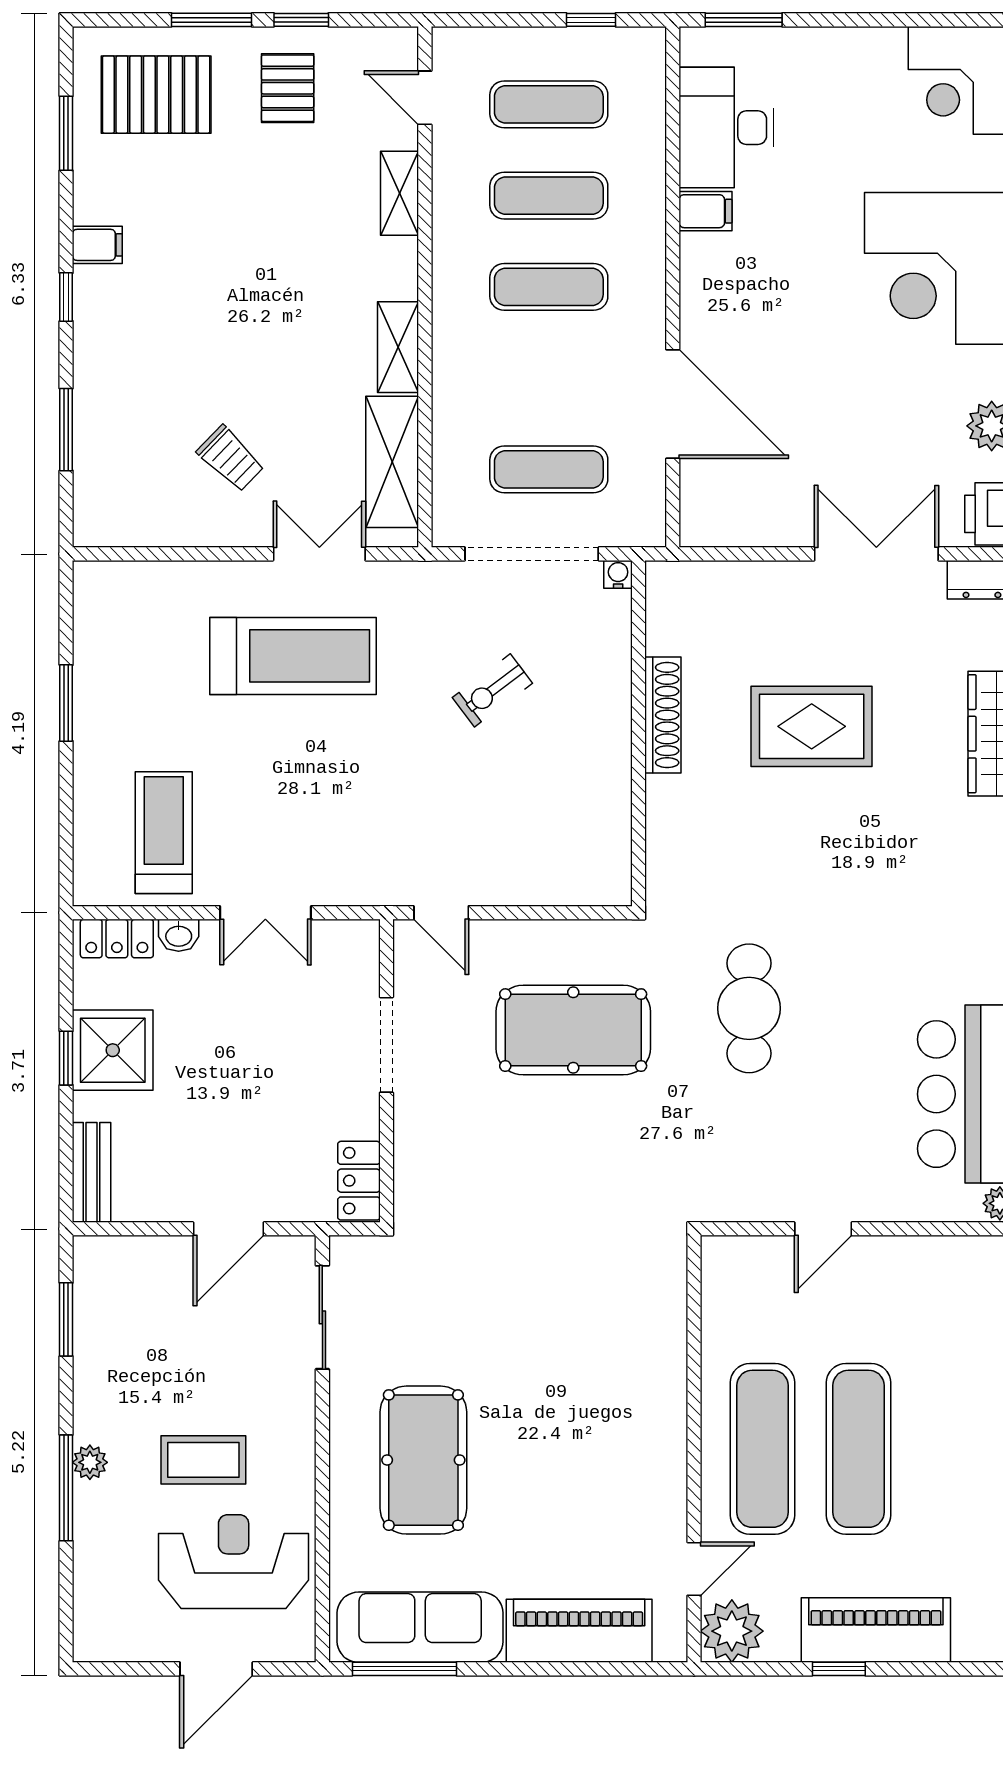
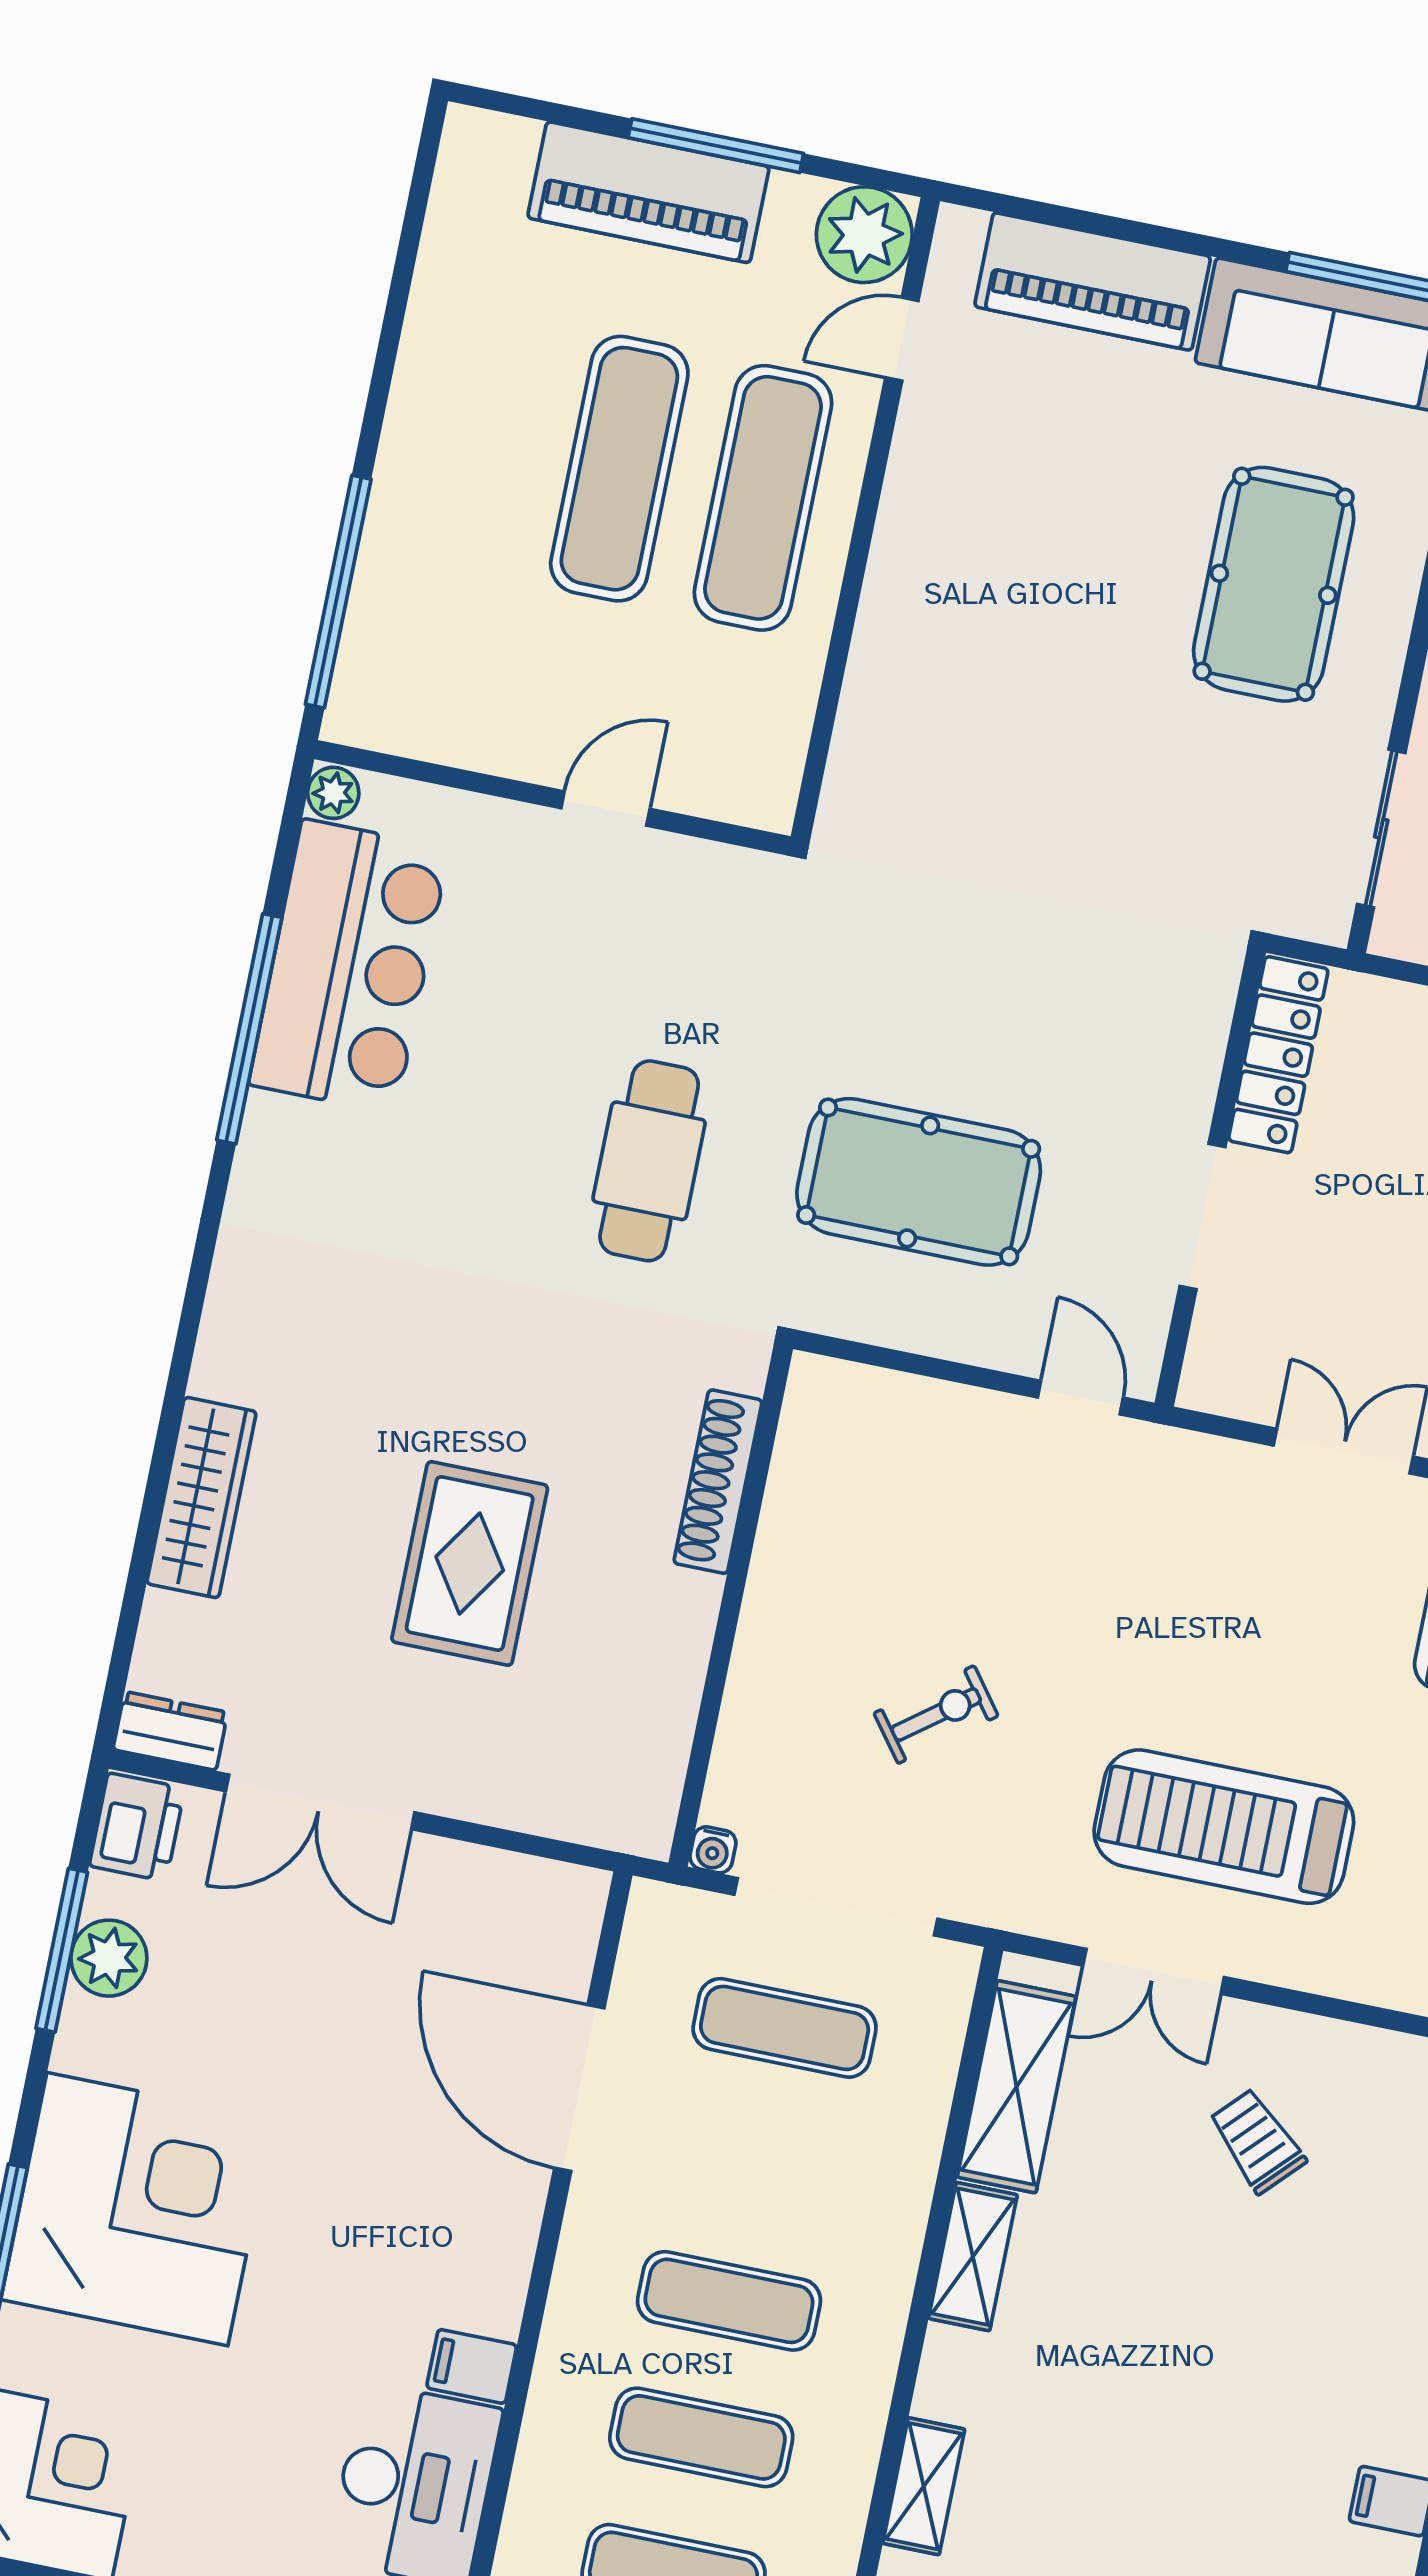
shoe rack: (663, 715) -> (718, 1482), moved
rug: (812, 726) -> (470, 1564), turned 90
locker: (359, 1181) -> (1278, 1055), width x1.53
window: (839, 1669) -> (716, 146), width x2.17

